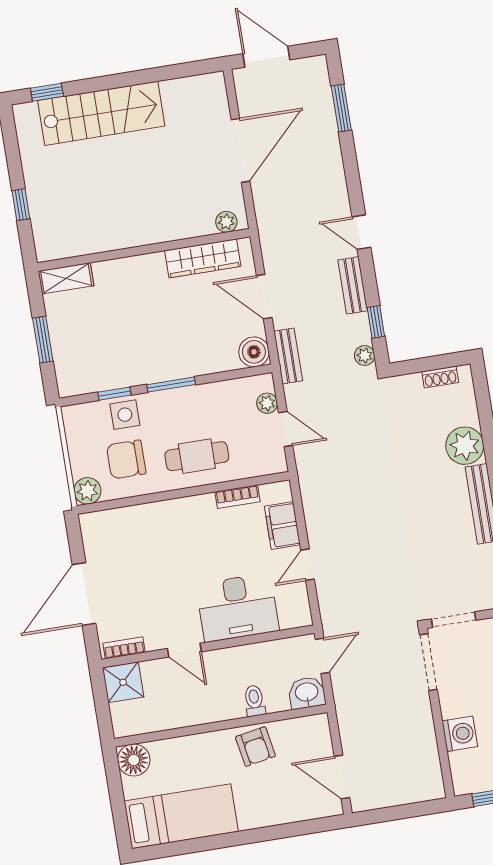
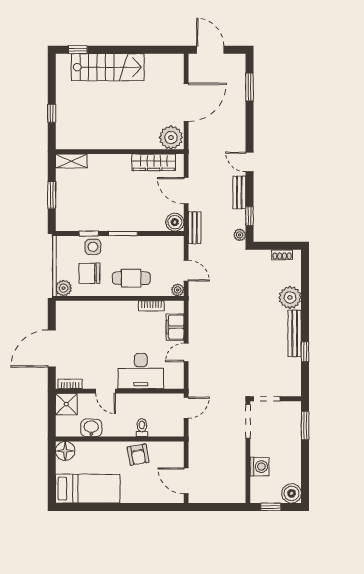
plant: (226, 222) -> (171, 137), width x1.87, depth x1.87
plant: (267, 403) -> (178, 290), moved
washbasin: (307, 693) -> (91, 428), moved

